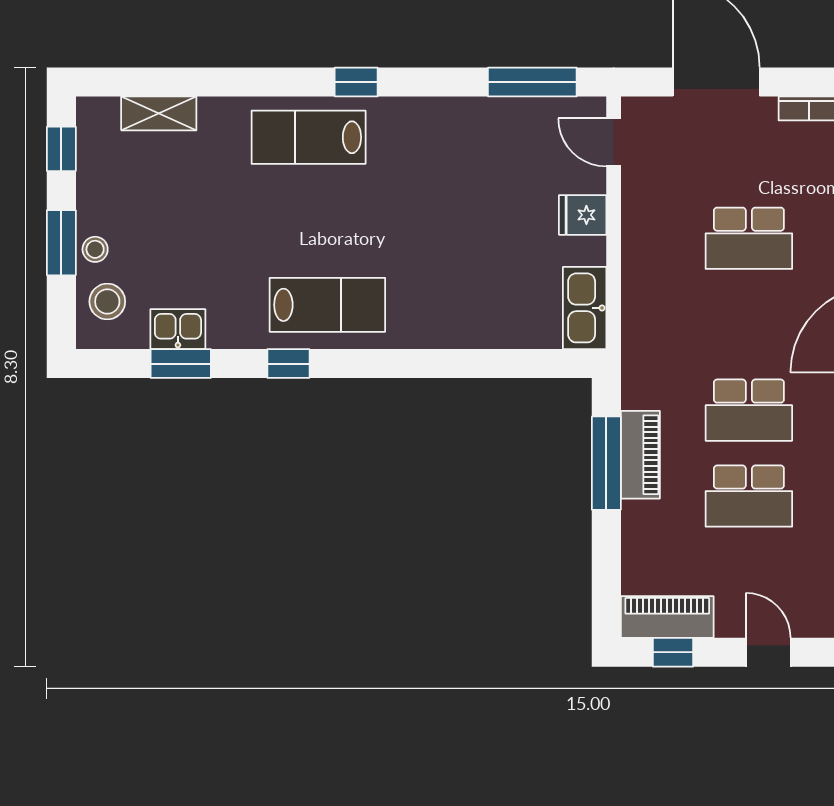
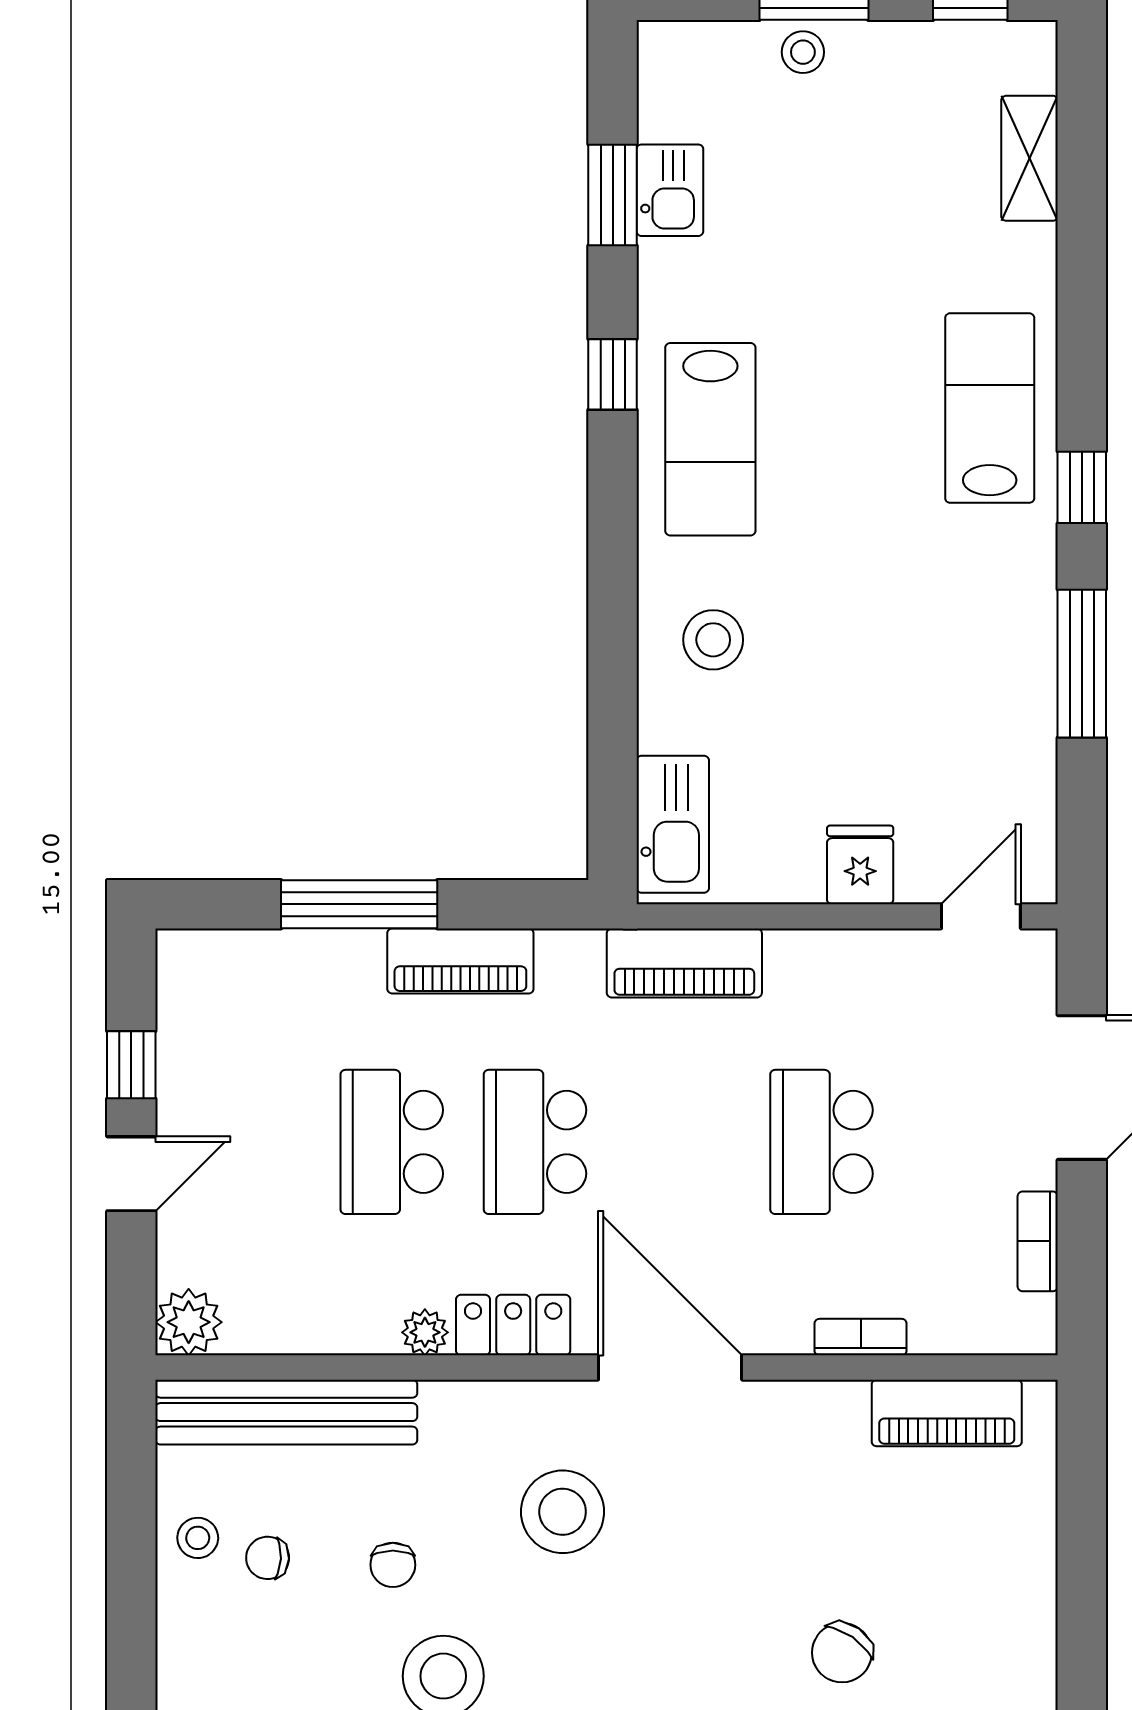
window: (532, 82) -> (1082, 664), moved
stool: (107, 302) -> (713, 640), moved
kitchen sink: (585, 308) -> (673, 824), moved, turned 90
window: (606, 463) -> (359, 904), moved
piano: (667, 617) -> (684, 963), moved, turned 90
window: (673, 652) -> (131, 1065), moved

